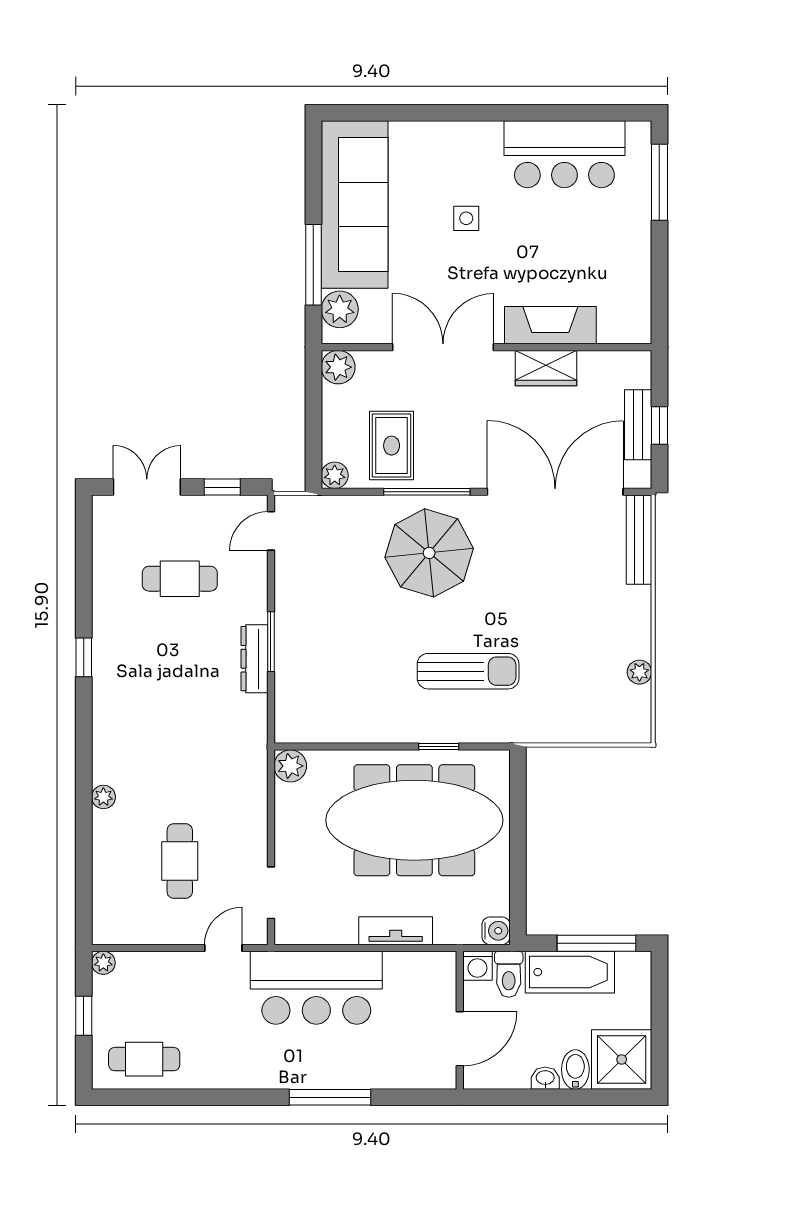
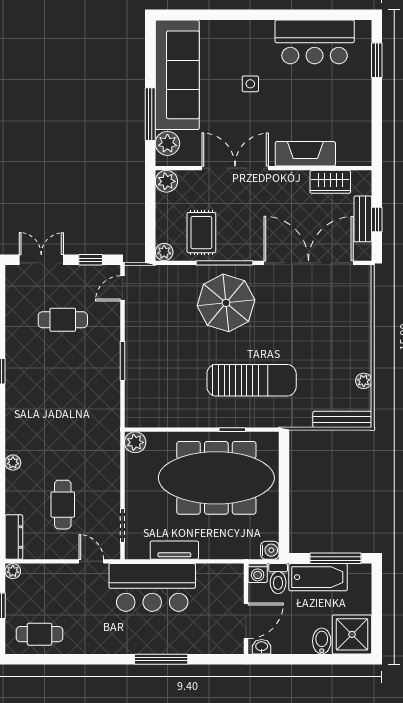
window: (659, 182) -> (377, 60), width x0.69
wardrobe: (546, 368) -> (330, 182), moved
bench: (639, 540) -> (342, 419), moved, turned 90
dresser: (254, 659) -> (14, 537), moved, turned 180
sun lounger: (468, 671) -> (252, 380), width x1.36, depth x1.34
tv unit: (396, 931) -> (174, 550), moved
door: (223, 948) -> (91, 561), hinge flipped
washbasin: (545, 1078) -> (262, 647), moved

